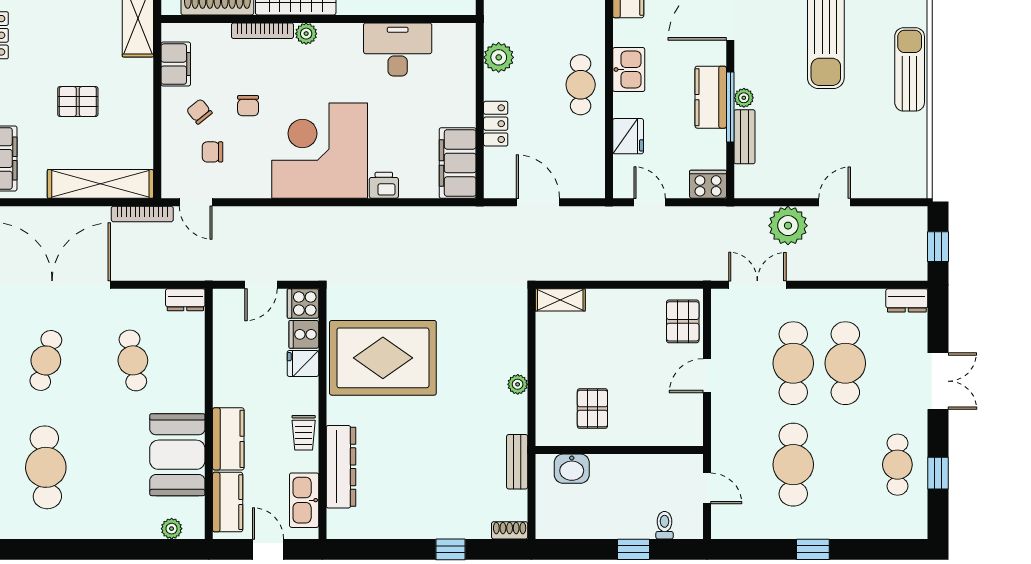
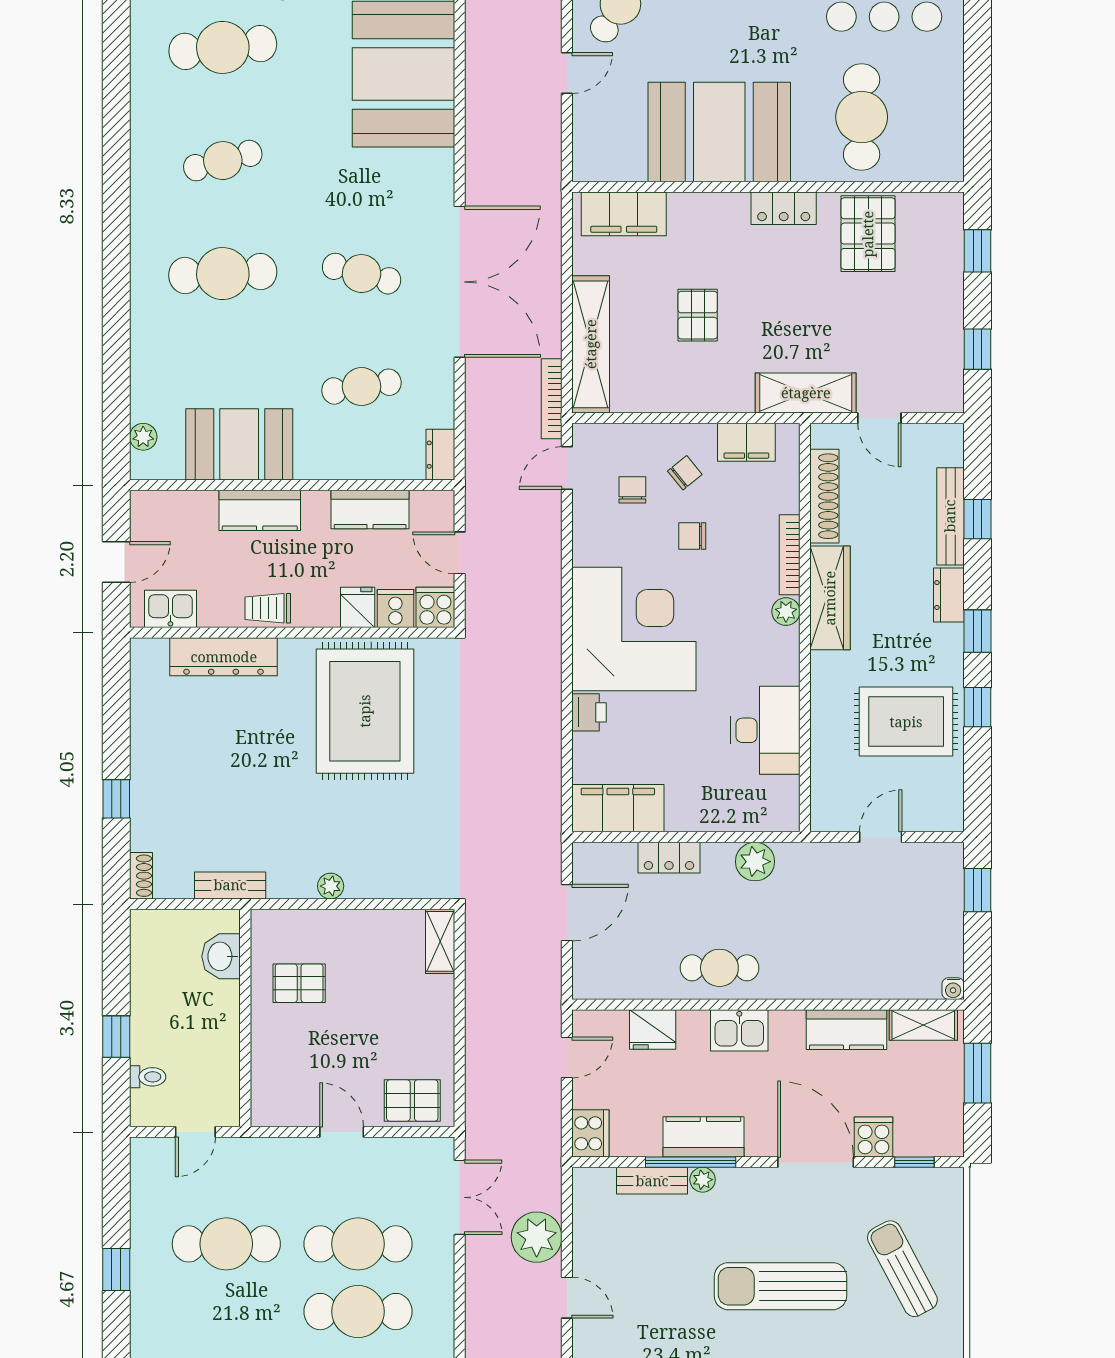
kitchen sink: (304, 500) -> (170, 609), width x0.73
kitchen counter: (228, 502) -> (370, 510), moved

